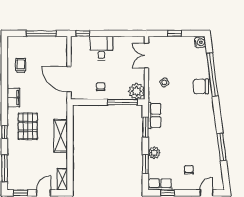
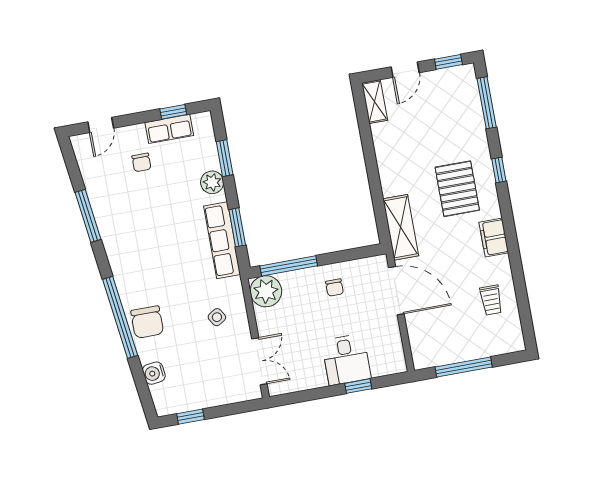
window: (83, 33) -> (358, 386), moved
window: (174, 33) -> (190, 417), moved
water cooler: (200, 42) -> (154, 373), moved
window: (212, 75) -> (120, 317), moved
chair: (201, 86) -> (147, 322), turned 90
row of seats: (154, 115) -> (222, 240), width x1.48
shelving: (61, 136) -> (401, 227), moved
row of seats: (160, 184) -> (169, 129), moved

